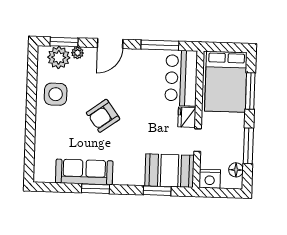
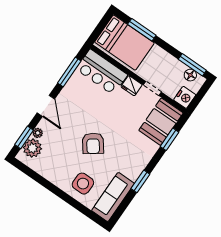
side table: (56, 94) -> (83, 184), moved
window: (248, 146) -> (192, 65), moved
sofa: (84, 172) -> (113, 197), moved

